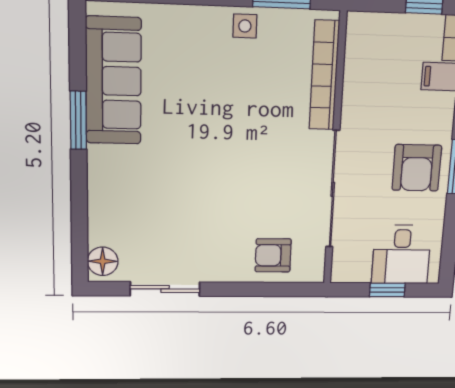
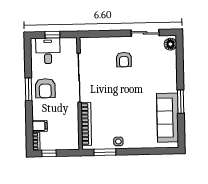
armchair: (417, 168) -> (45, 88), turned 180
armchair: (273, 255) -> (124, 60), moved, turned 90

